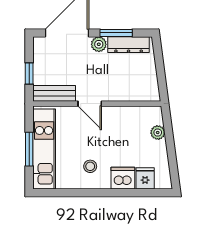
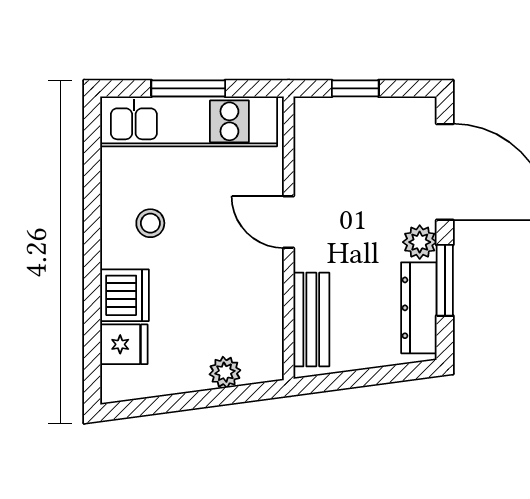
bench: (54, 93) -> (311, 319), moved
door: (90, 104) -> (289, 222), hinge flipped

